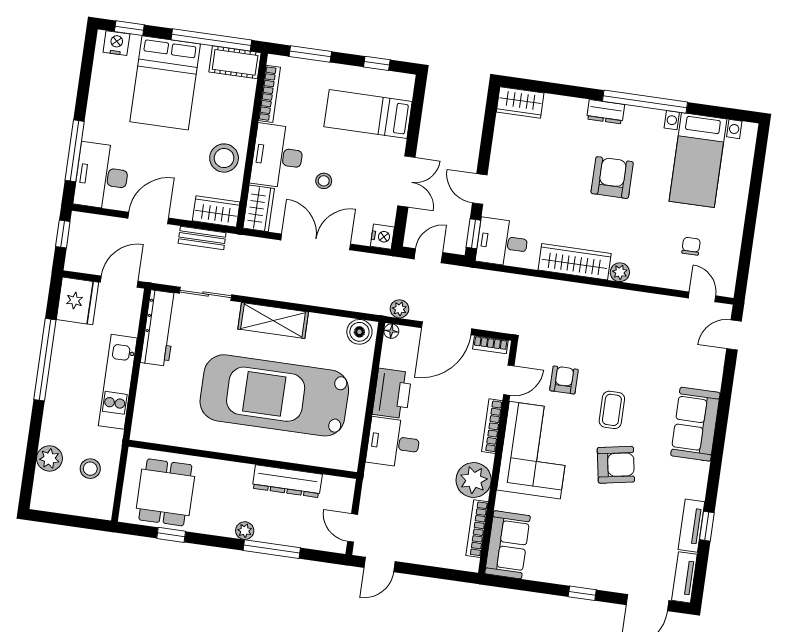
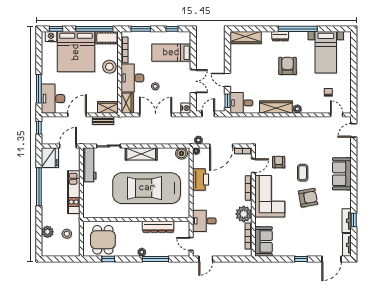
bed: (165, 83) -> (76, 52), width x1.36
wardrobe: (520, 103) -> (246, 37), width x1.50
stool: (224, 158) -> (109, 67), moved
desk: (393, 443) -> (204, 221), moved

